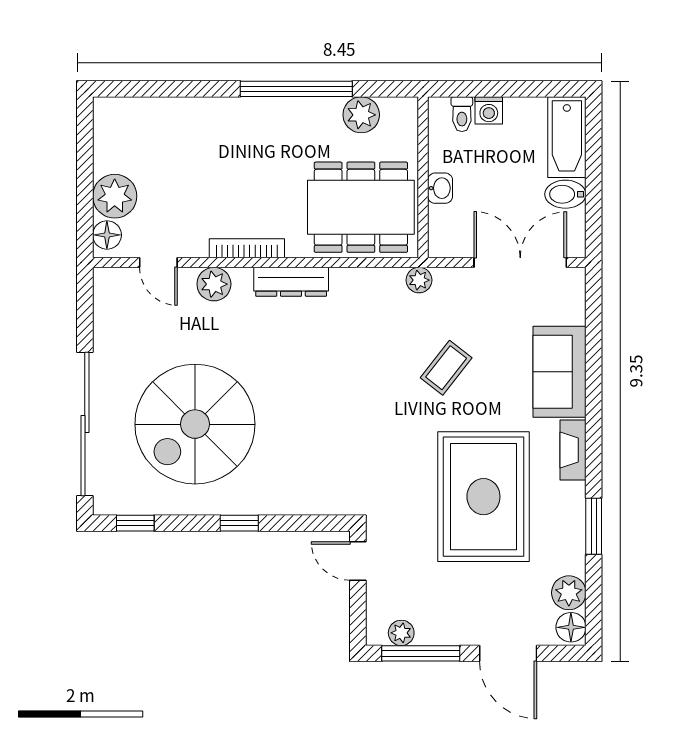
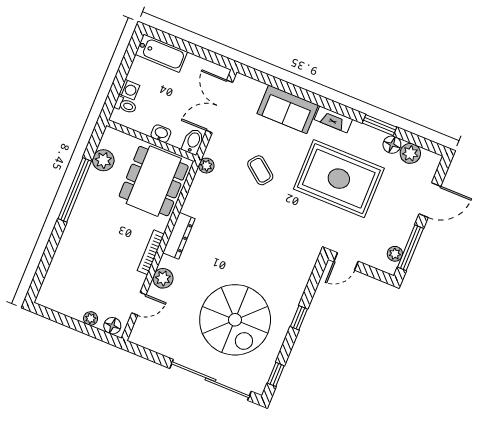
bidet: (565, 194) -> (193, 142), moved, turned 180
plant: (115, 196) -> (91, 318), width x0.53, depth x0.53
floor lamp: (571, 627) -> (392, 145), moved

